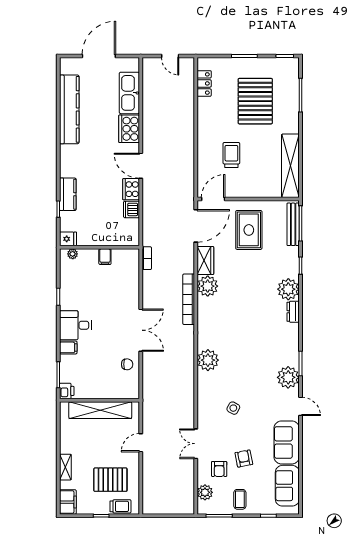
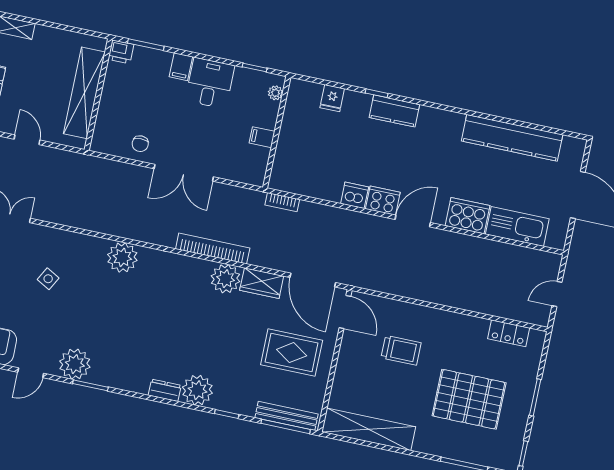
wall: (99, 247) -> (277, 132), moved
plant: (73, 254) -> (275, 93), moved
filing cabinet: (105, 257) -> (262, 137), moved

